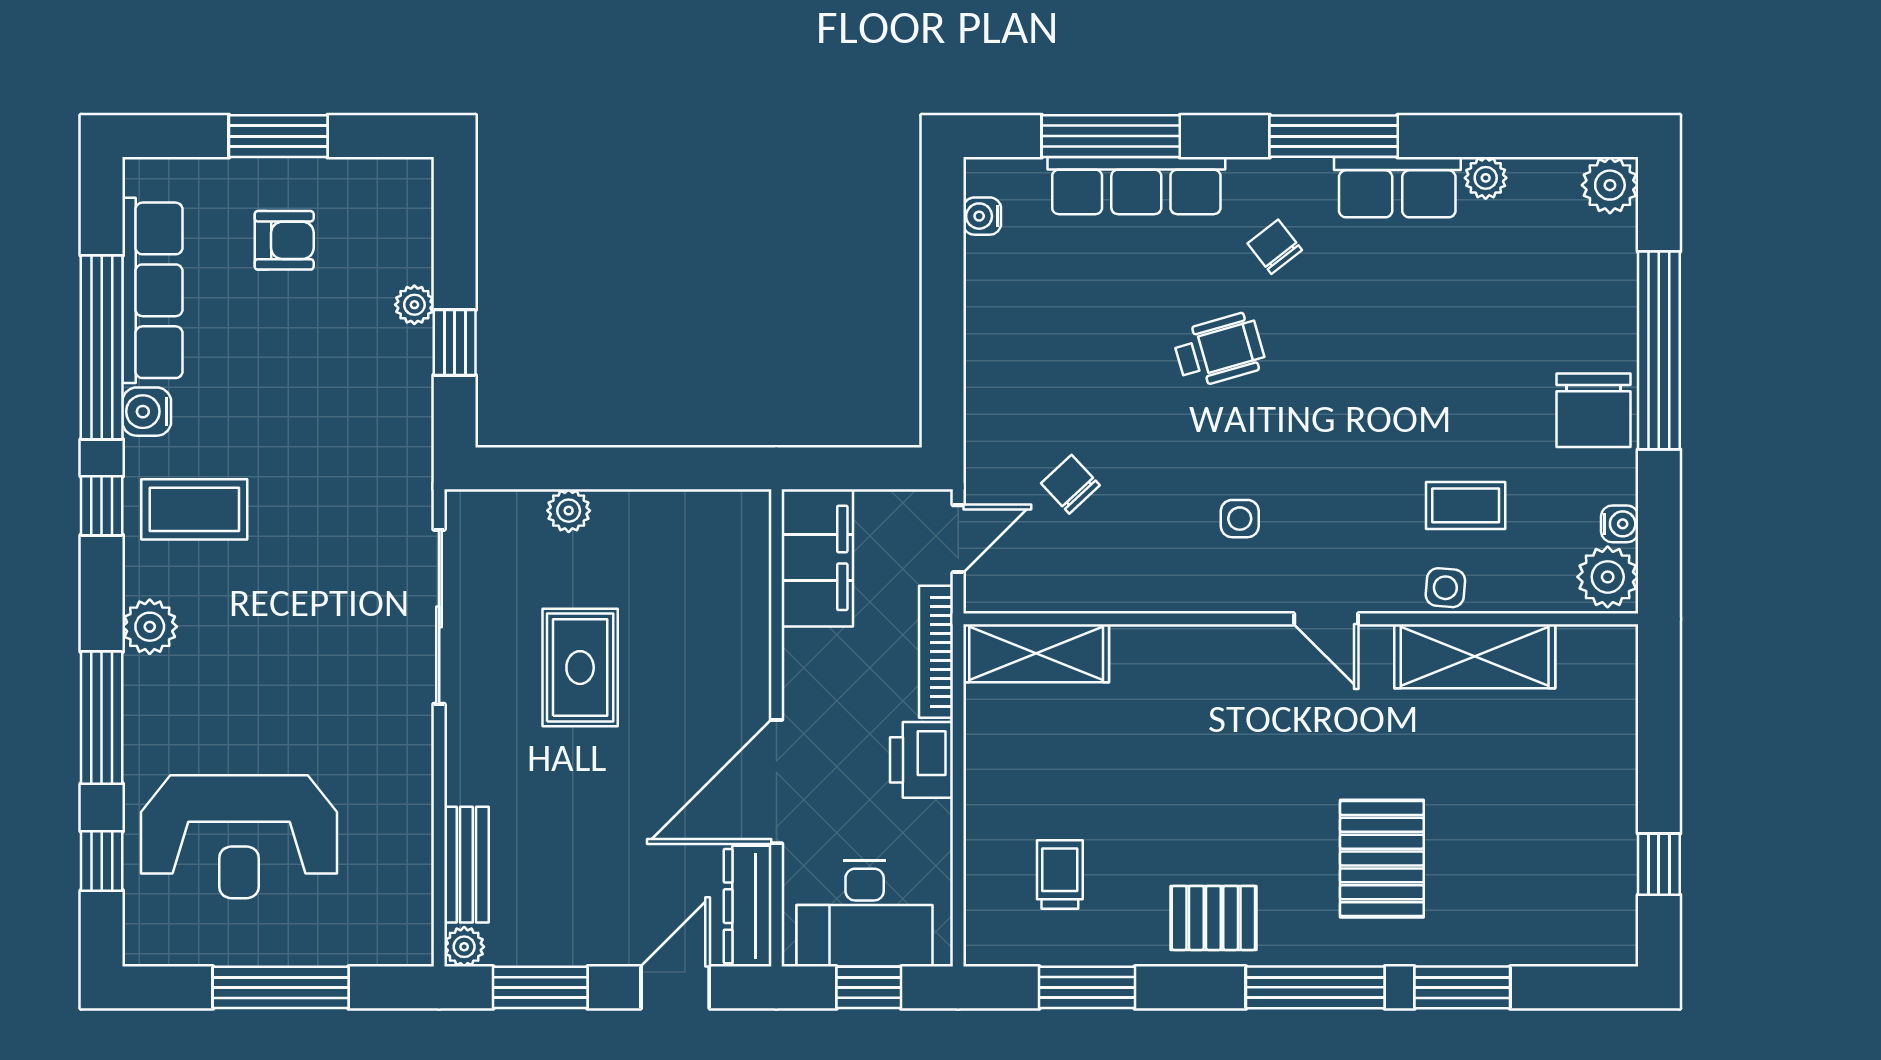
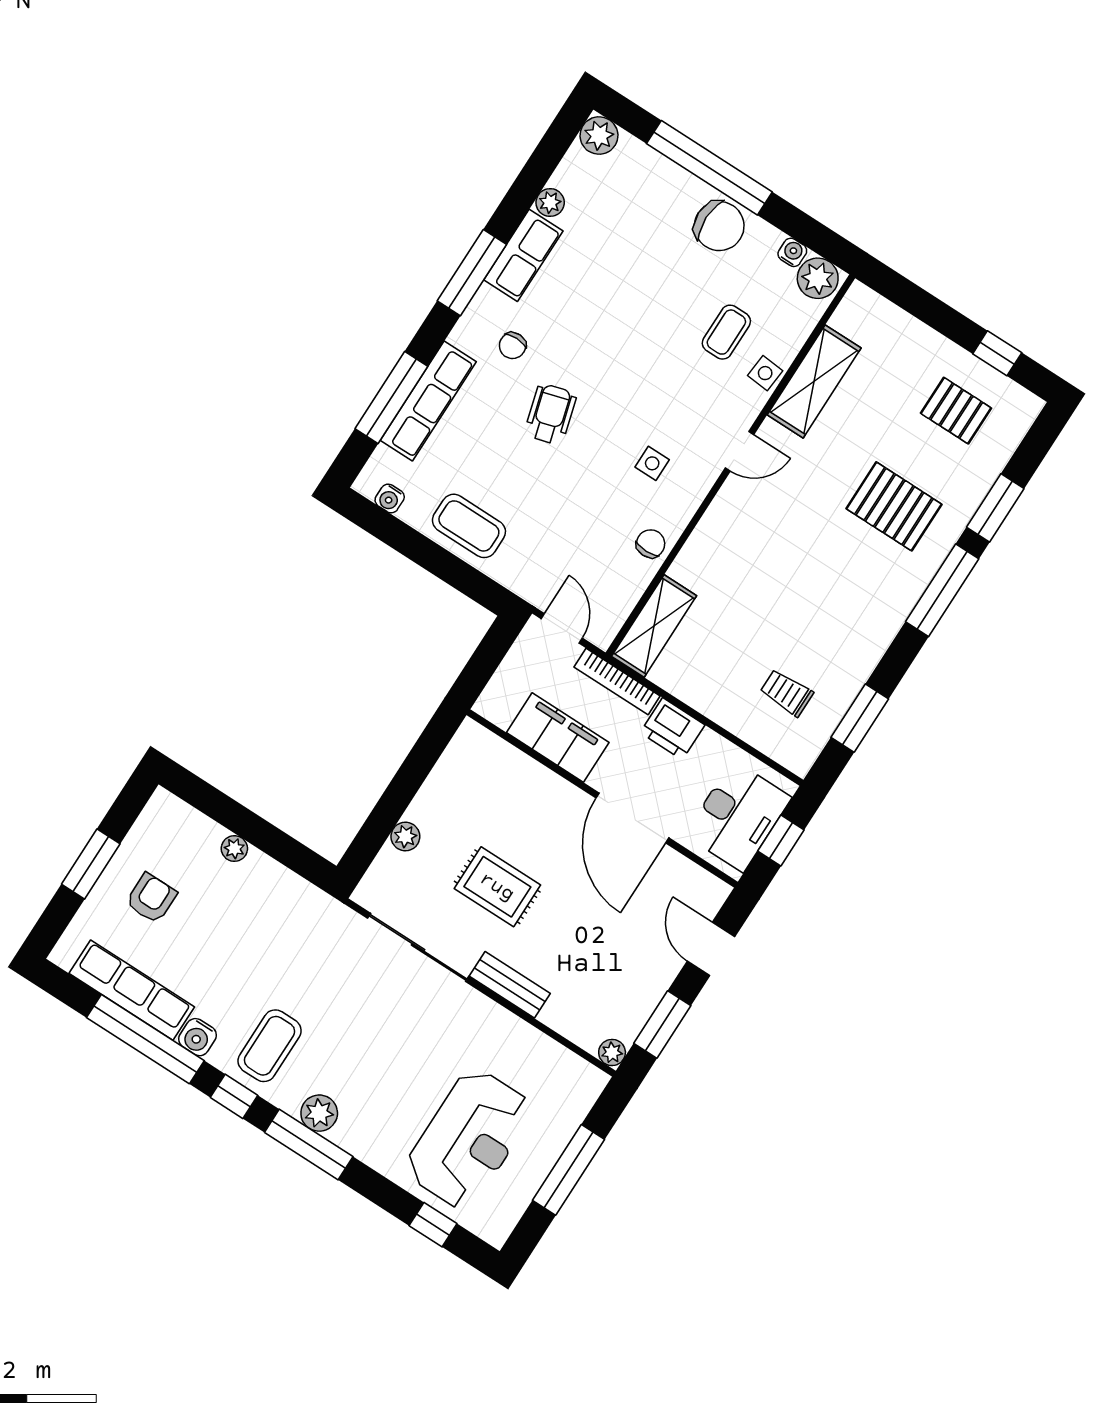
chair: (1275, 247) -> (513, 346), turned -52
coffee table: (1012, 338) -> (469, 526), added
window: (455, 343) -> (270, 840), removed
chair: (1070, 484) -> (651, 544), moved, turned 133
filing cabinet: (817, 558) -> (558, 737), moved
window: (102, 718) -> (309, 1144), moved
bench: (466, 865) -> (510, 985), moved
dresser: (748, 906) -> (692, 879), removed
pallet: (1213, 918) -> (956, 411), moved, turned 90

